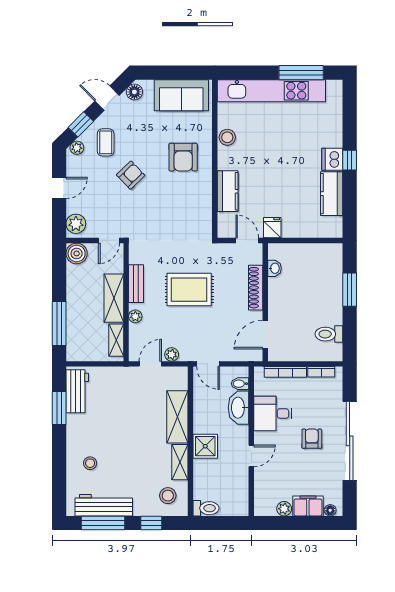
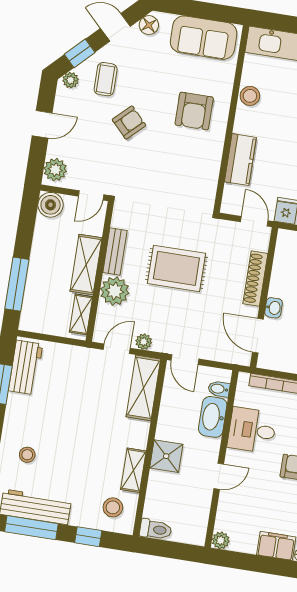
washbasin: (275, 268) -> (274, 308), moved
plant: (135, 316) -> (115, 291), width x1.88, depth x1.88
door: (265, 335) -> (258, 336), hinge flipped
shelving: (177, 417) -> (143, 388), moved
plant: (284, 509) -> (221, 540), moved

